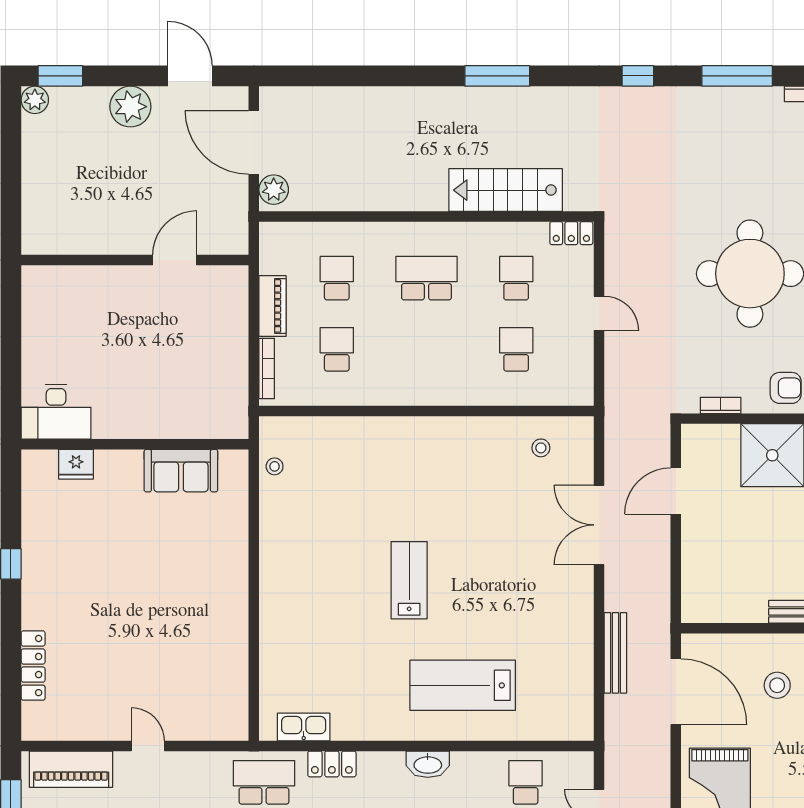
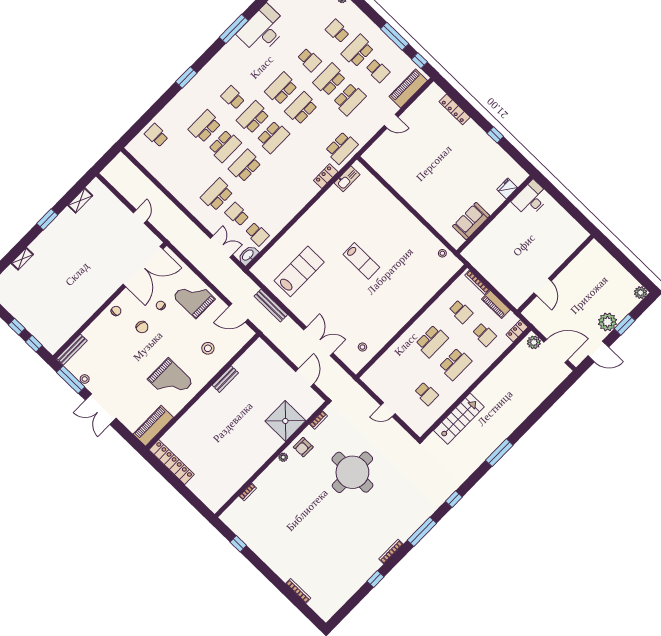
window: (60, 76) -> (625, 325), moved
locker: (571, 233) -> (517, 331), moved
school desk: (516, 349) -> (432, 341), moved, width x1.85
lab bench: (463, 685) -> (299, 271), moved
door: (676, 692) -> (239, 313), width x0.73
washbasin: (428, 764) -> (248, 255), moved

